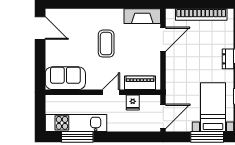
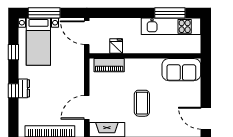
door: (111, 92) -> (137, 56), removed
door: (163, 116) -> (87, 33), hinge flipped

